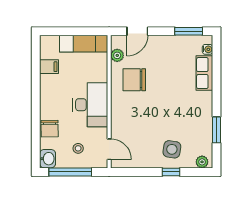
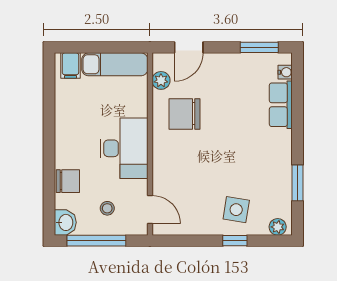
filing cabinet: (49, 67) -> (70, 66), moved, turned 90
chair: (50, 129) -> (68, 181), turned -89

